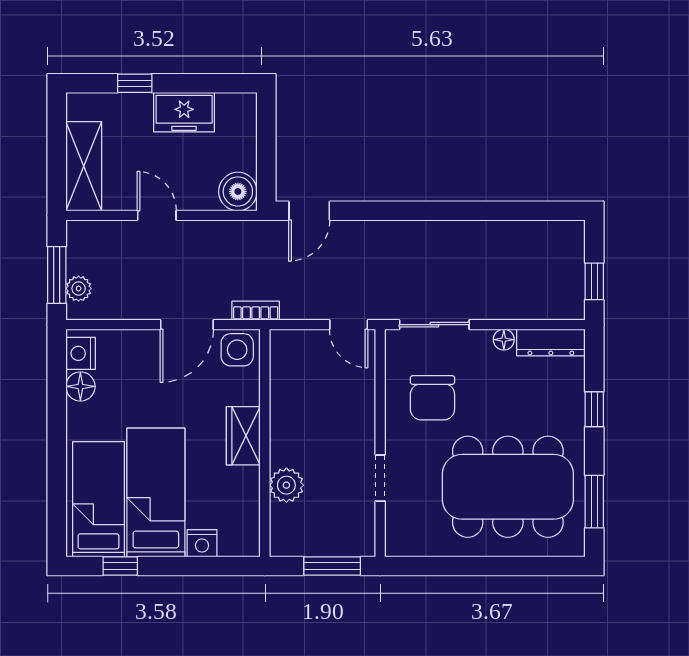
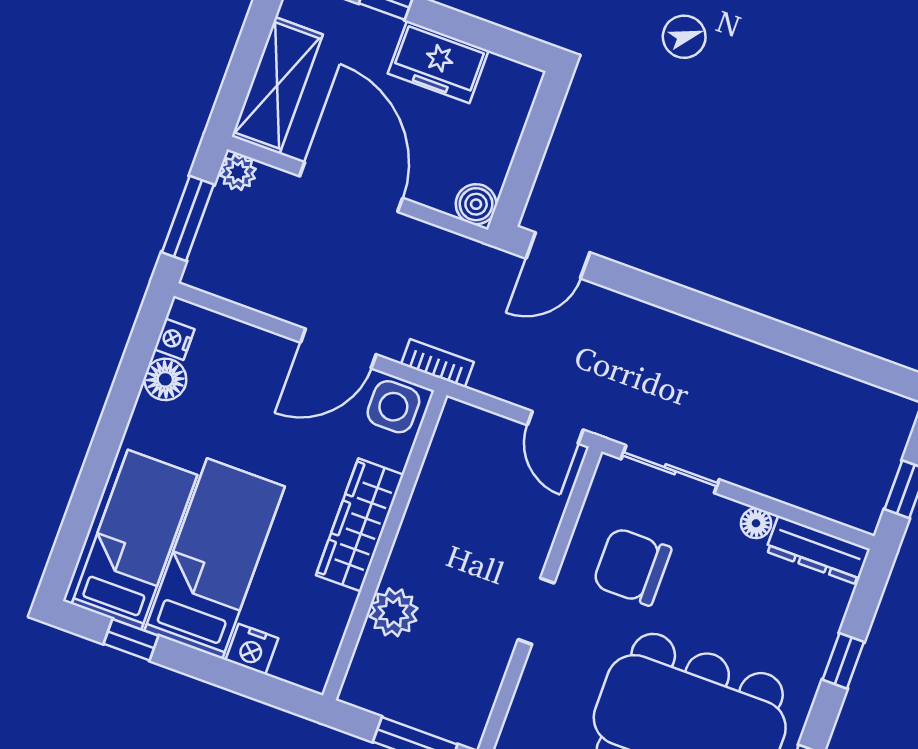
boiler: (238, 192) -> (476, 204), width x0.73, depth x0.73
door: (157, 215) -> (351, 187), width x1.87
plant: (79, 289) -> (238, 172), moved
nightstand: (81, 353) -> (174, 339), width x0.72, depth x0.74
chair: (432, 398) -> (632, 566), turned 90
wardrobe: (243, 436) -> (360, 525), width x1.50
doorway: (380, 478) -> (536, 611), moved

